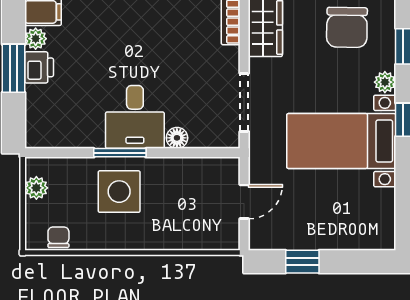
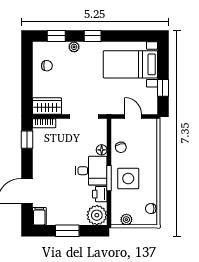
chair: (347, 27) -> (47, 66), width x0.54, depth x0.54
plant: (36, 39) -> (97, 215), moved, width x1.87, depth x1.87
printer: (39, 67) -> (100, 194), moved, turned -90
bed with nightstands: (341, 141) -> (130, 64), moved, turned 90
chair: (182, 177) -> (121, 147), added

